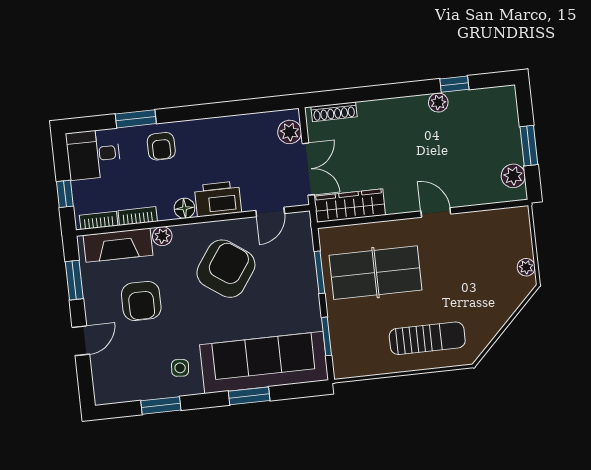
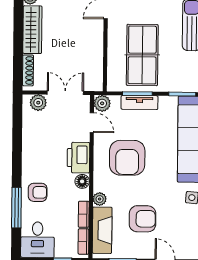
window: (136, 119) -> (16, 208), width x1.44
wardrobe: (350, 206) -> (32, 30), moved, turned 180
plant: (300, 224) -> (102, 103), added
armchair: (226, 269) -> (127, 158), turned -125
tv unit: (307, 277) -> (139, 102), added

